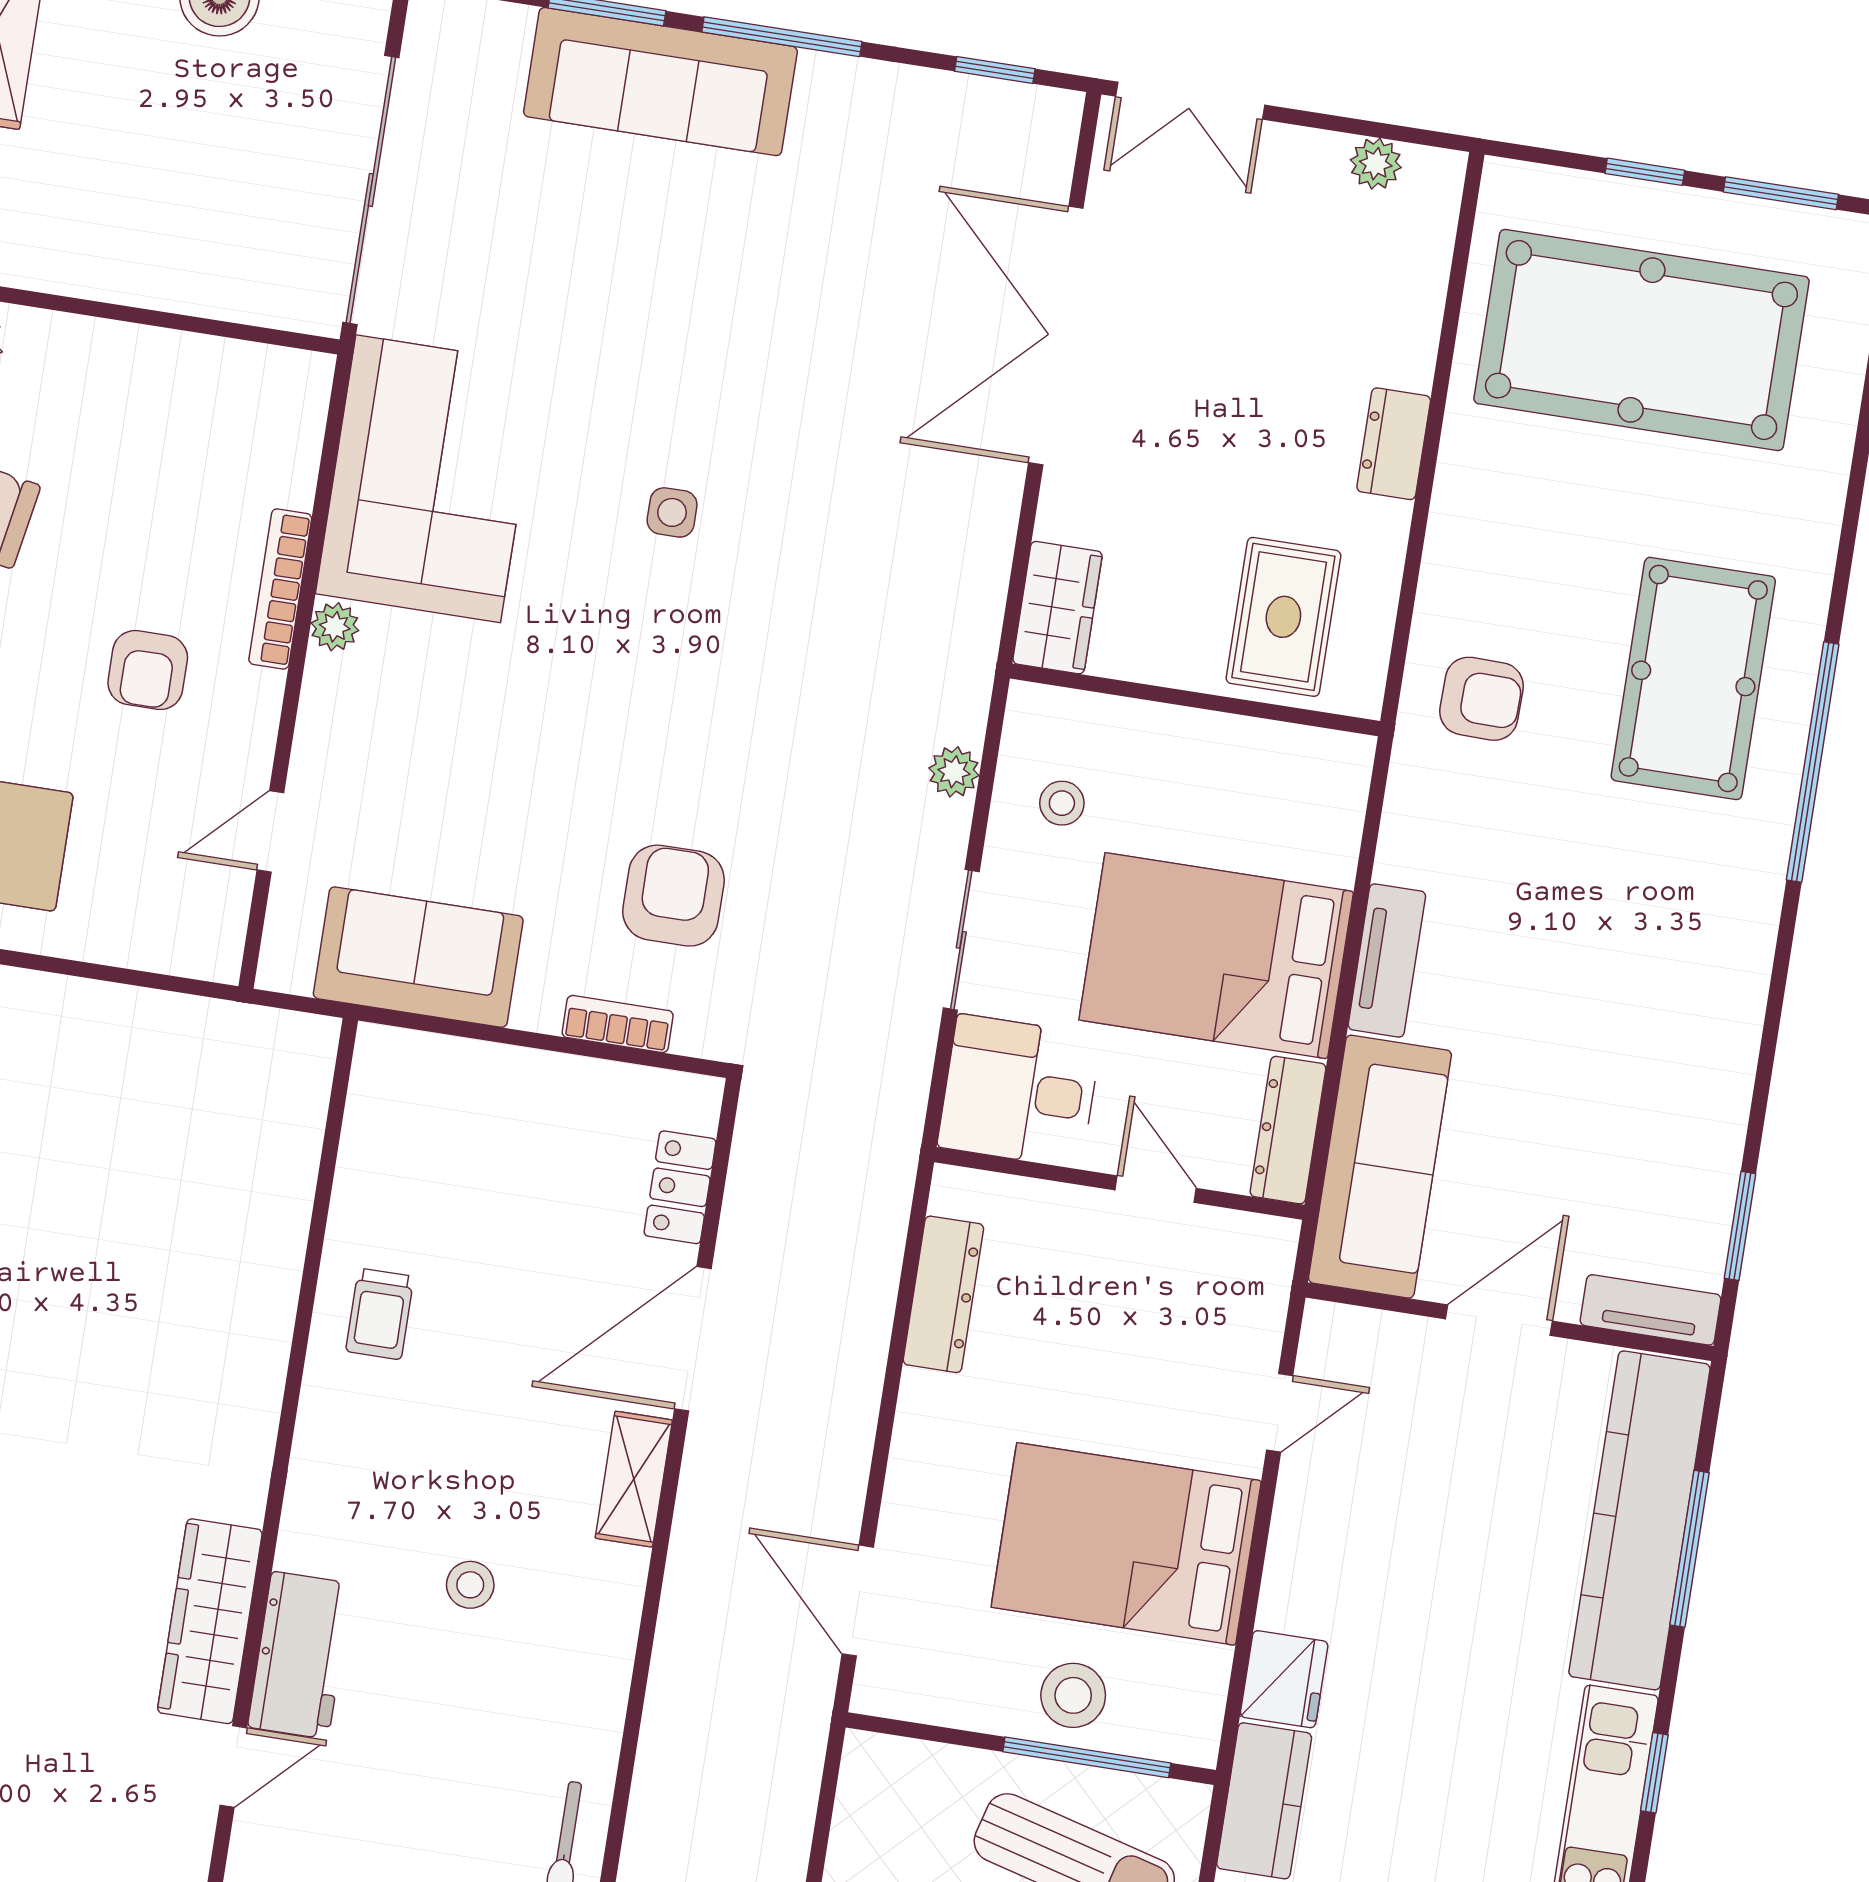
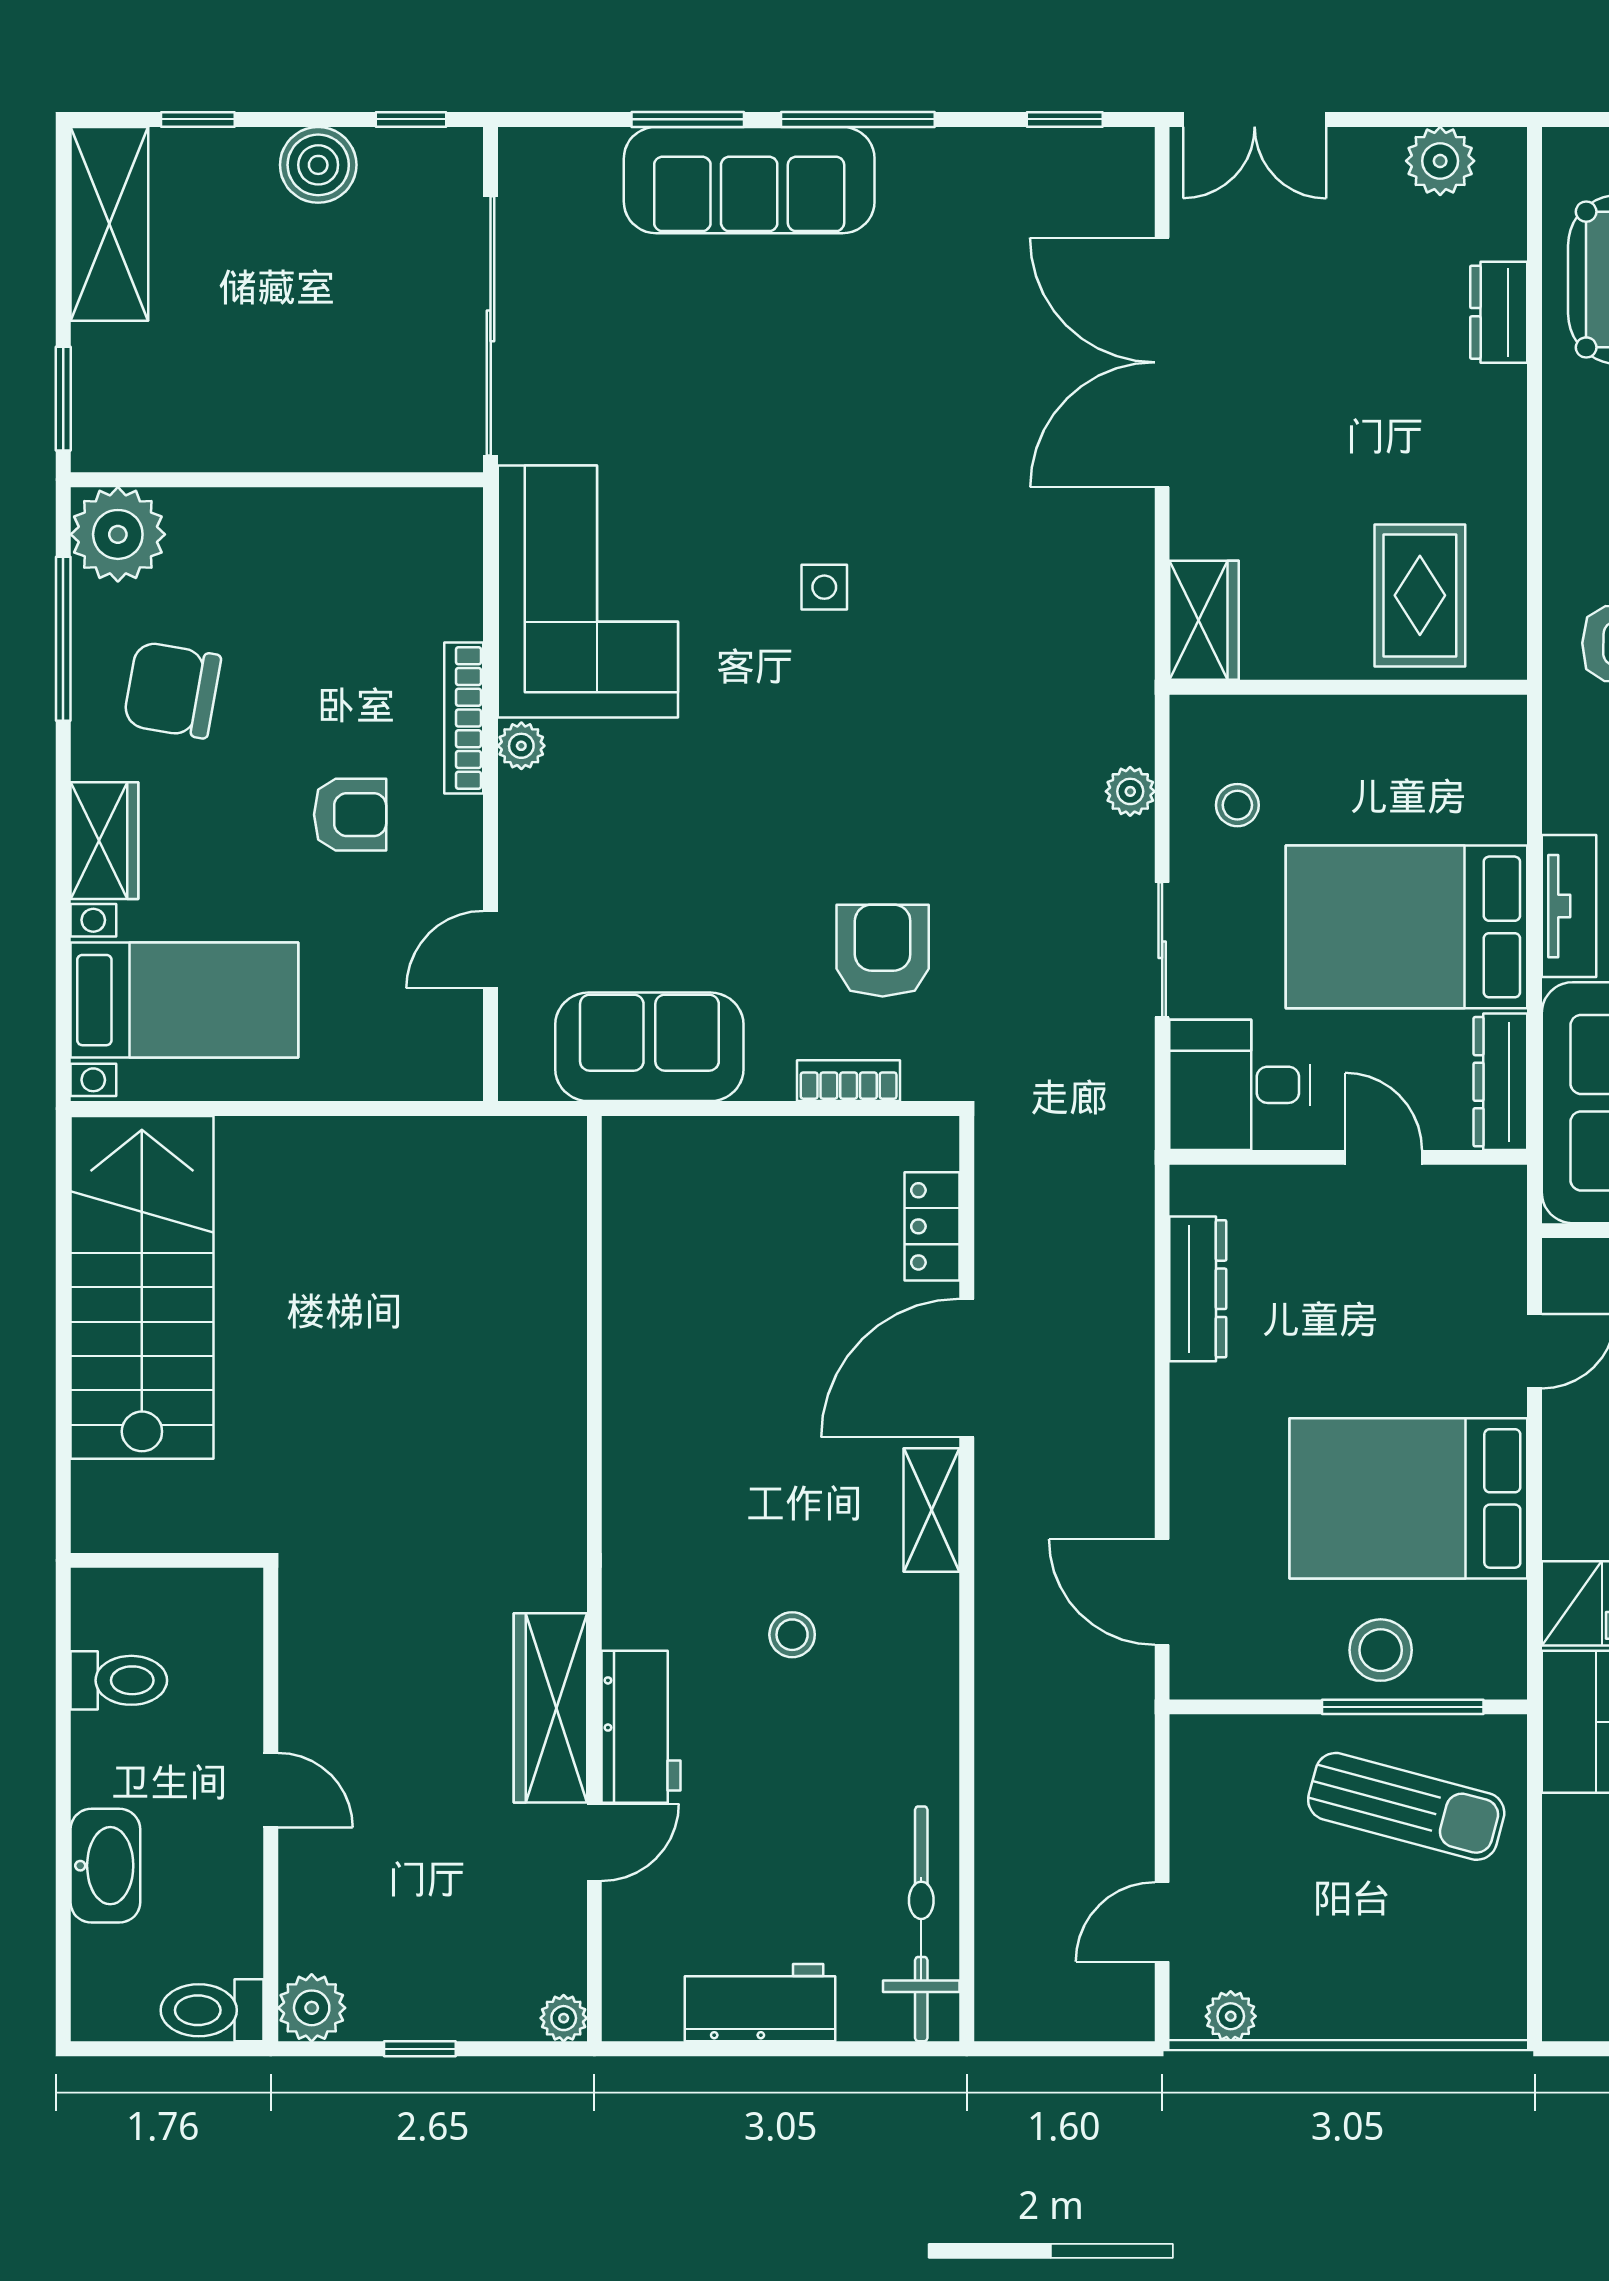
plant: (1376, 164) -> (1440, 161), width x1.38, depth x1.38
dresser: (1394, 444) -> (1499, 312), moved
armchair: (148, 670) -> (350, 815), turned -90
trolley: (380, 1314) -> (666, 1391), removed

